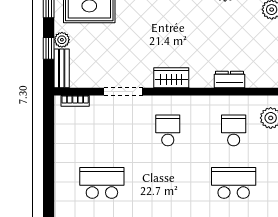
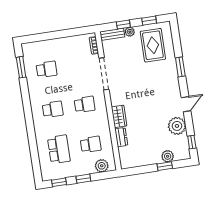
wardrobe: (171, 78) -> (119, 116), moved
doorway: (123, 92) -> (104, 74), width x1.36
school desk: (102, 183) -> (47, 69), width x0.54
school desk: (168, 183) -> (53, 109), added

